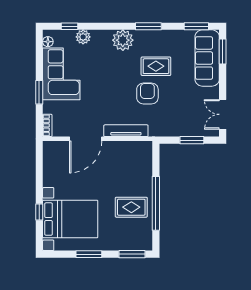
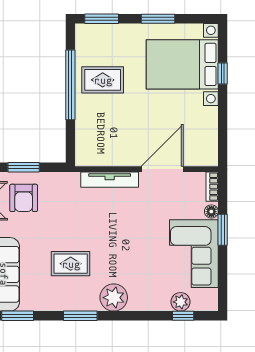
plant: (83, 37) -> (181, 302), moved
floor lamp: (48, 42) -> (211, 211), moved
armchair: (147, 94) -> (24, 198), moved

